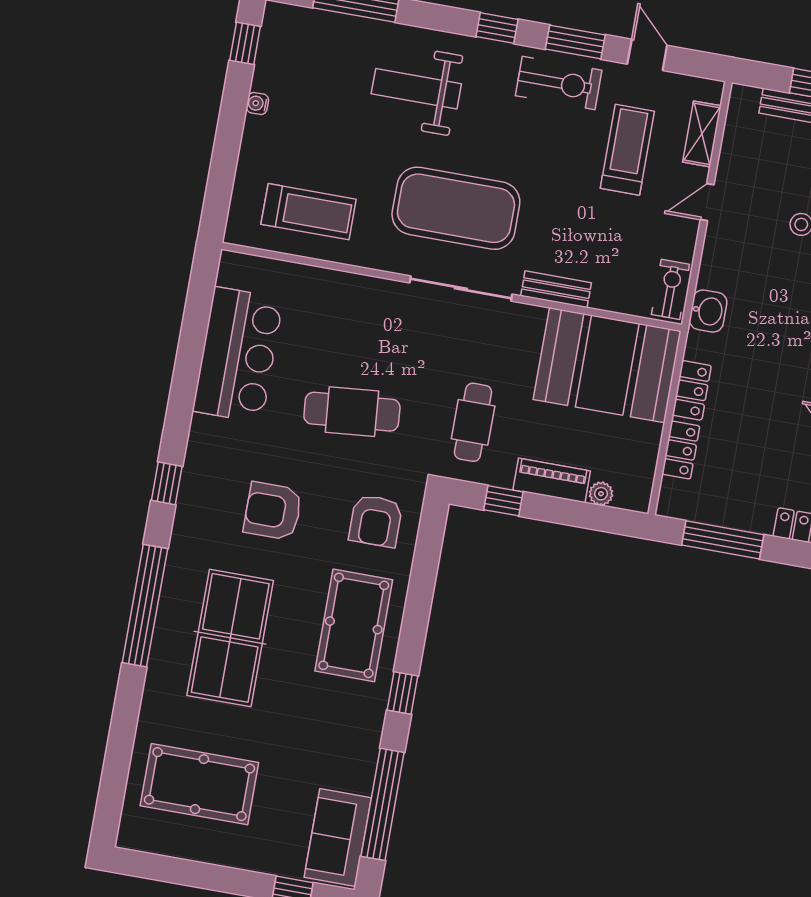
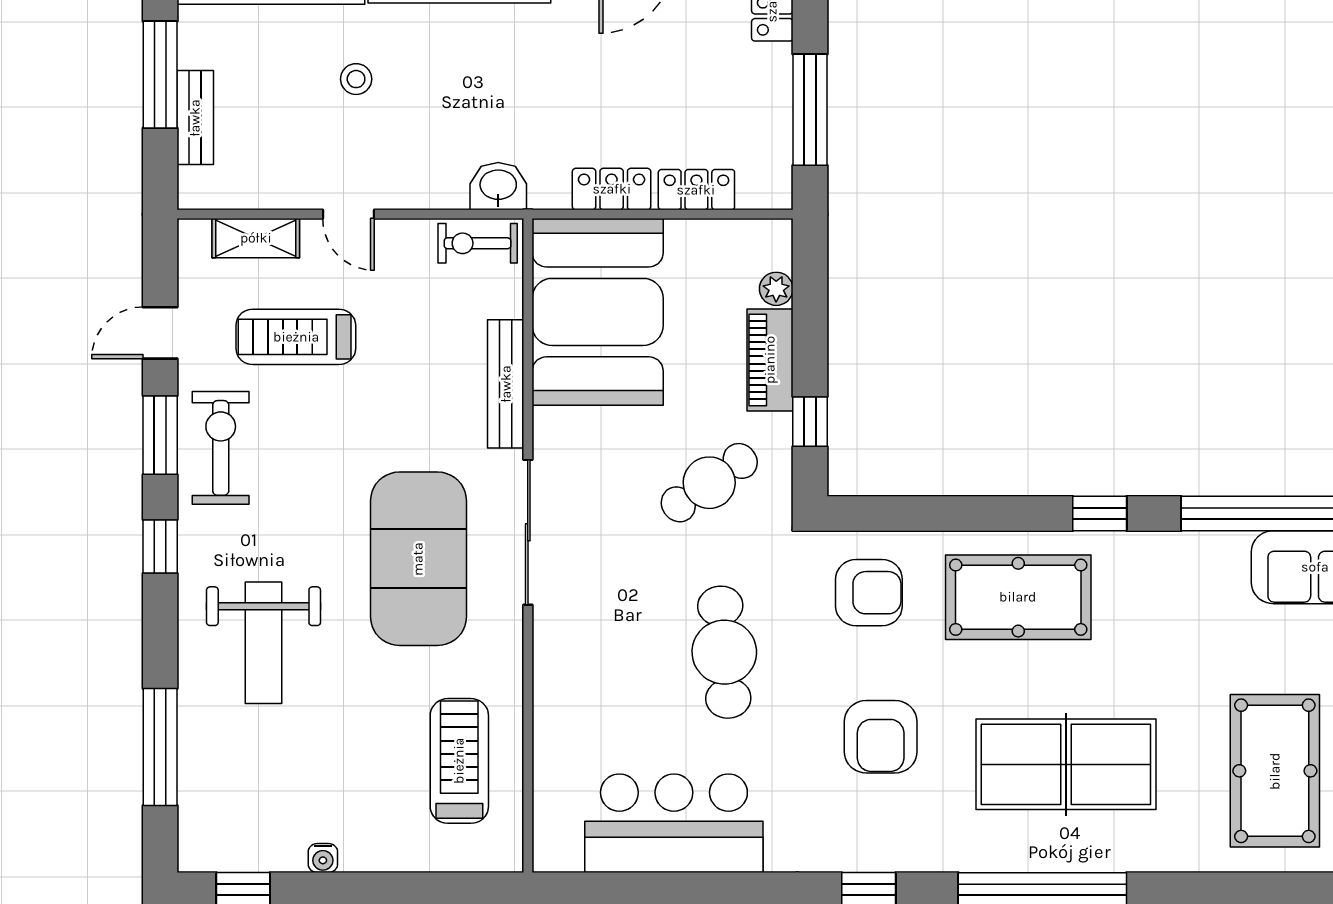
bench: (556, 289) -> (506, 384), width x1.36
cafe table: (473, 422) -> (709, 483), turned -35

